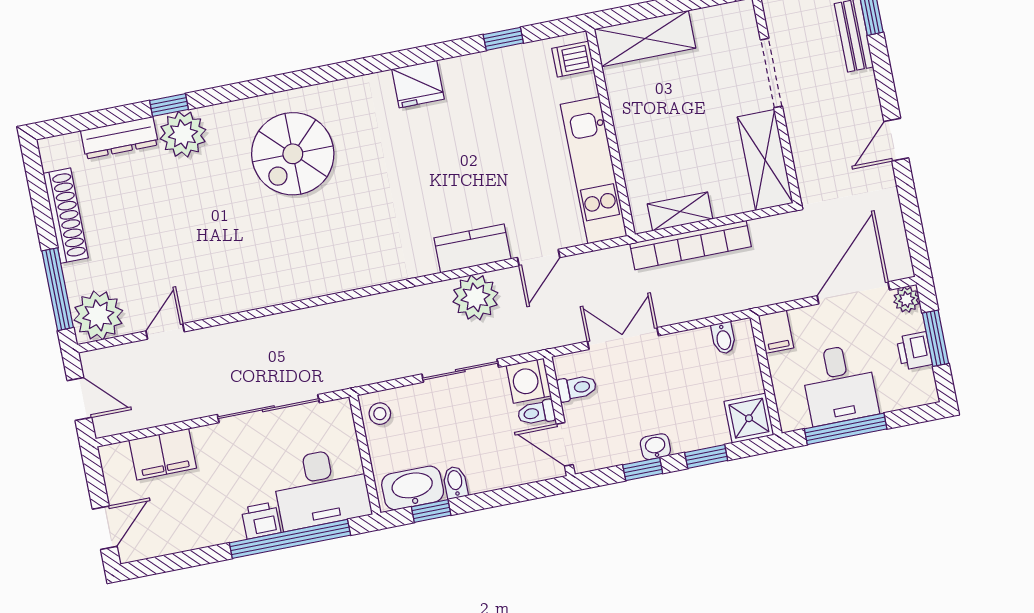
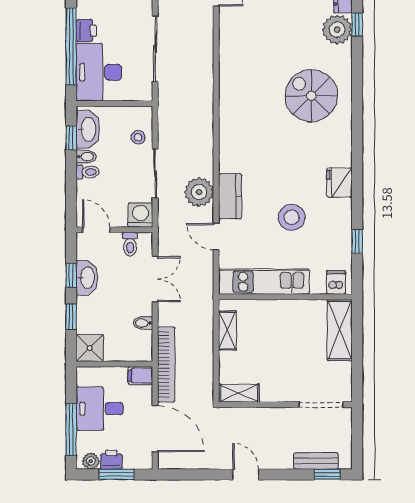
doorway: (771, 73) -> (321, 405), moved
stool: (486, 147) -> (292, 217), added
shelving: (765, 160) -> (239, 393), width x0.67, depth x0.75
bookcase: (690, 245) -> (166, 364), moved, turned 180
plant: (906, 300) -> (91, 461), moved
bidet: (723, 338) -> (143, 323), moved
toilet: (536, 413) -> (88, 172), moved, turned 90
stool: (380, 414) -> (138, 137), moved
window: (846, 429) -> (71, 429), moved
door: (565, 444) -> (96, 230), hinge flipped
washbasin: (655, 447) -> (87, 278), width x1.91, depth x1.45

